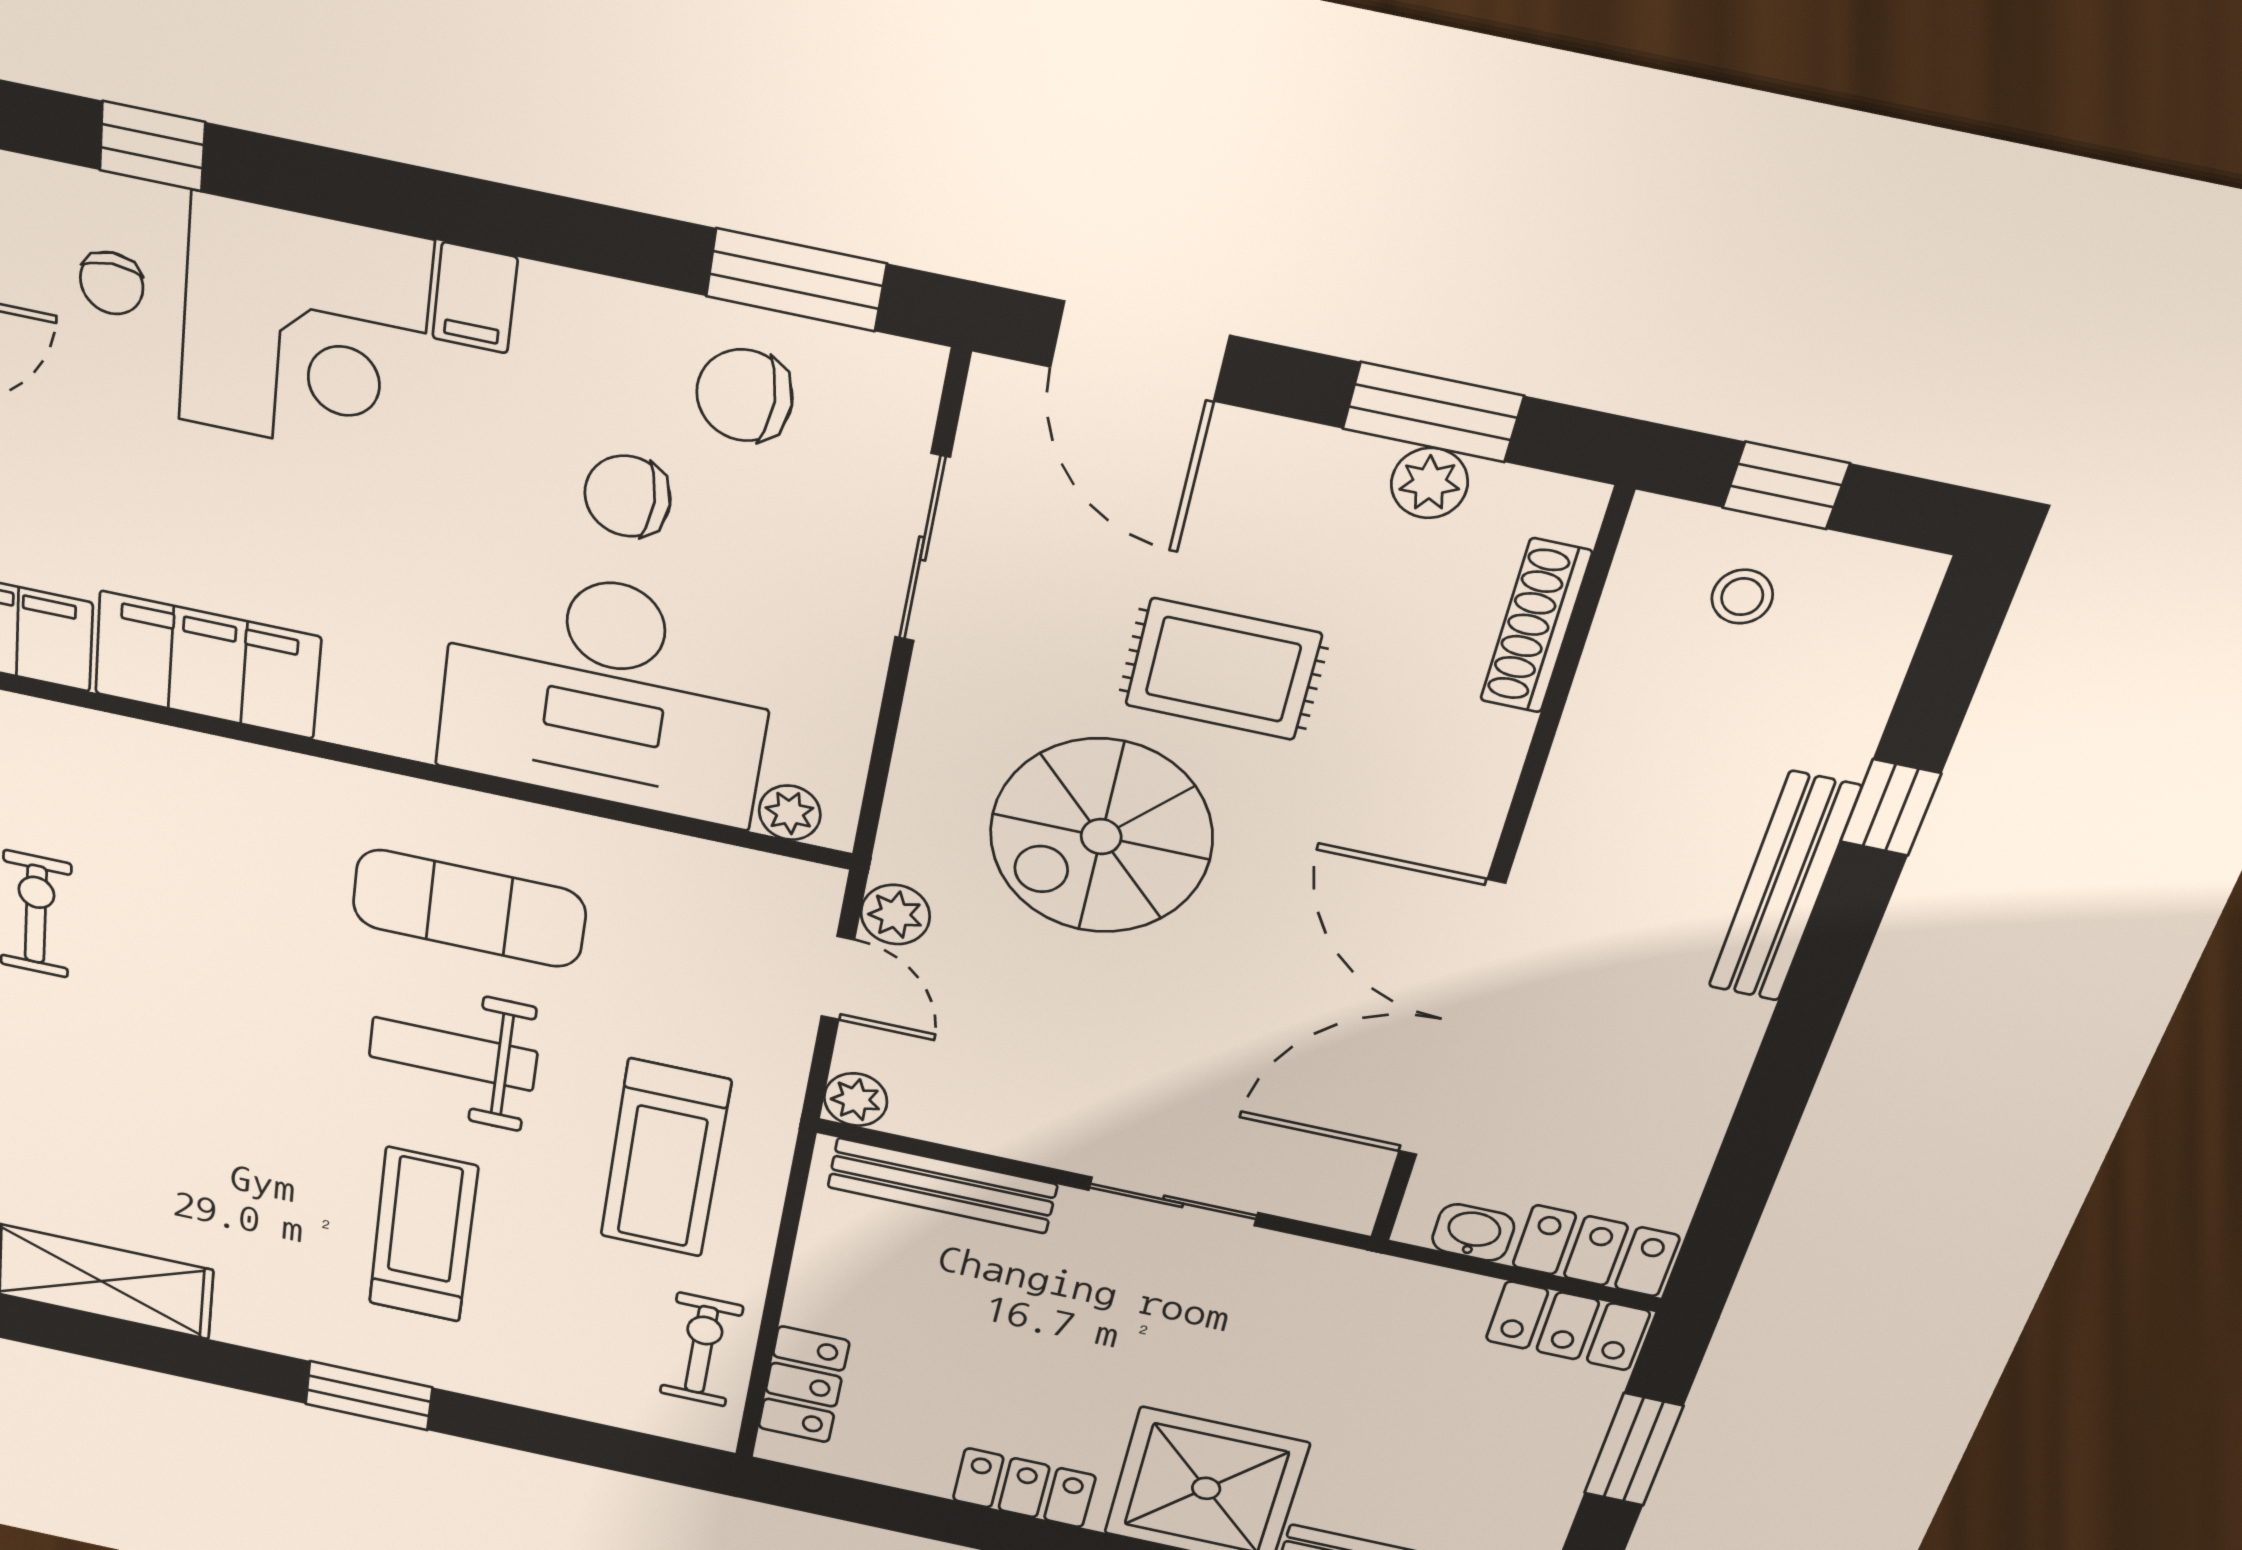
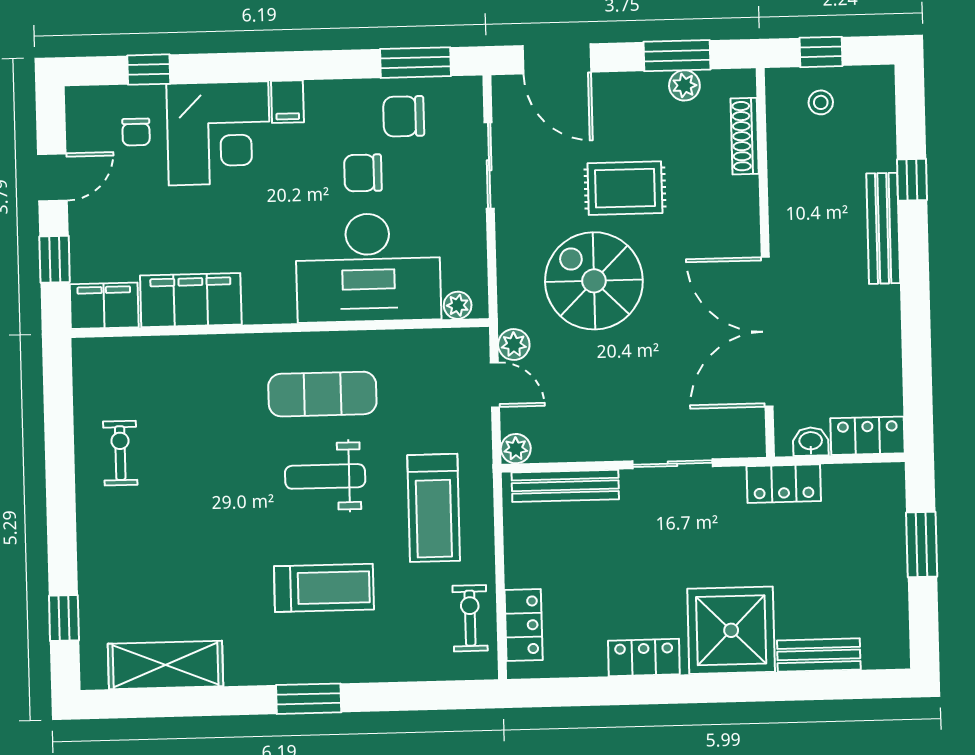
spiral stairs: (1101, 837) -> (594, 281), turned 90
treadmill: (423, 1235) -> (324, 588), turned 90
locker: (1568, 1326) -> (784, 484), moved

